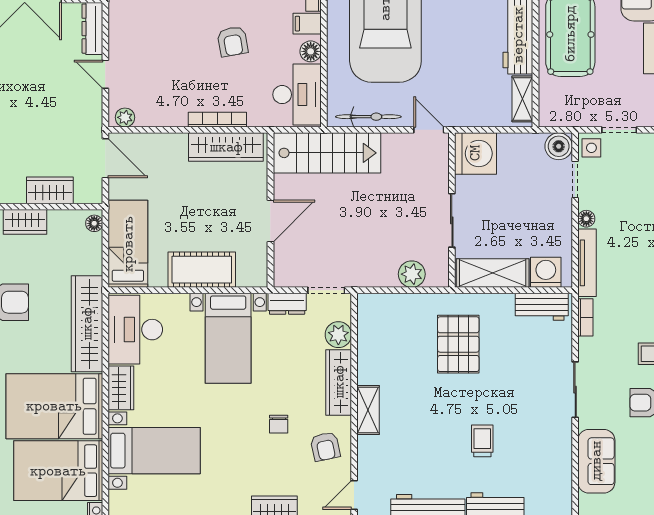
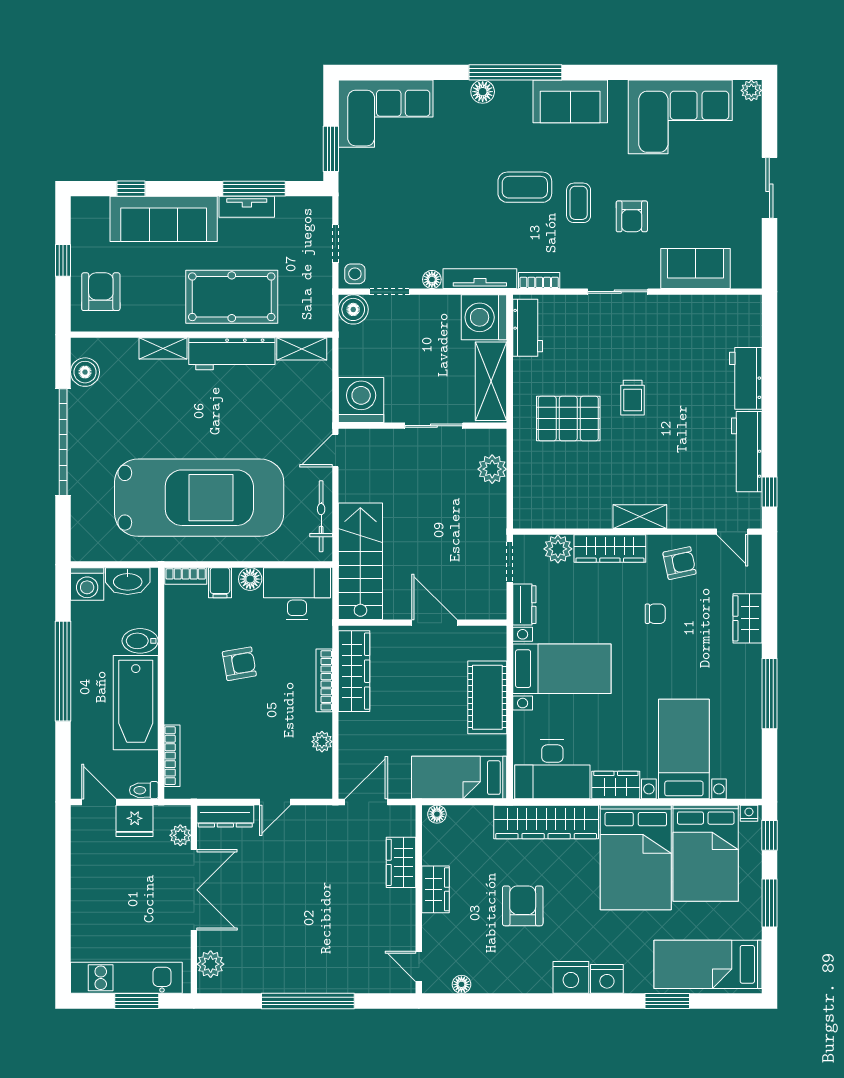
plant: (125, 117) -> (322, 742), moved
washing machine: (546, 272) -> (484, 317), width x1.37, depth x1.37
trolley: (482, 441) -> (633, 398), moved, turned -90

